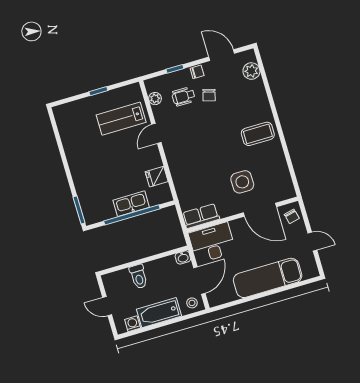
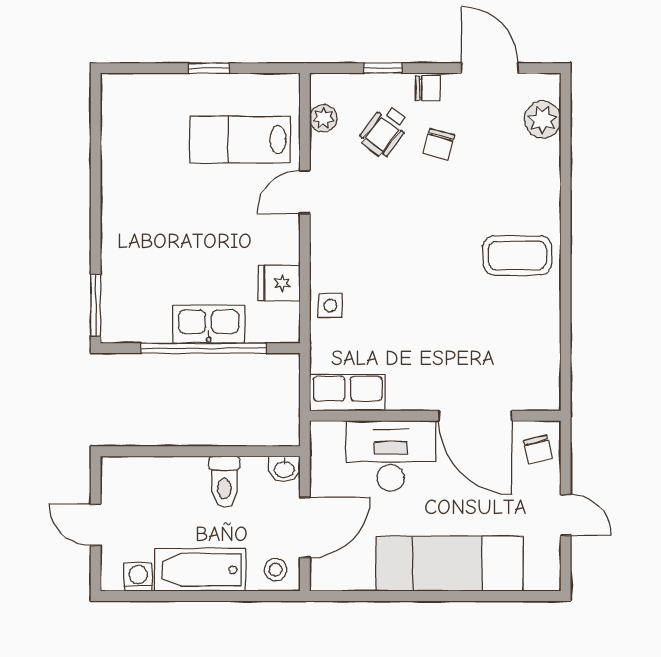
wheelchair: (183, 96) -> (384, 131), turned -52
side table: (242, 182) -> (330, 306), moved, width x0.54, depth x0.54
desk: (212, 243) -> (391, 456), moved
toilet: (138, 277) -> (224, 482), moved

